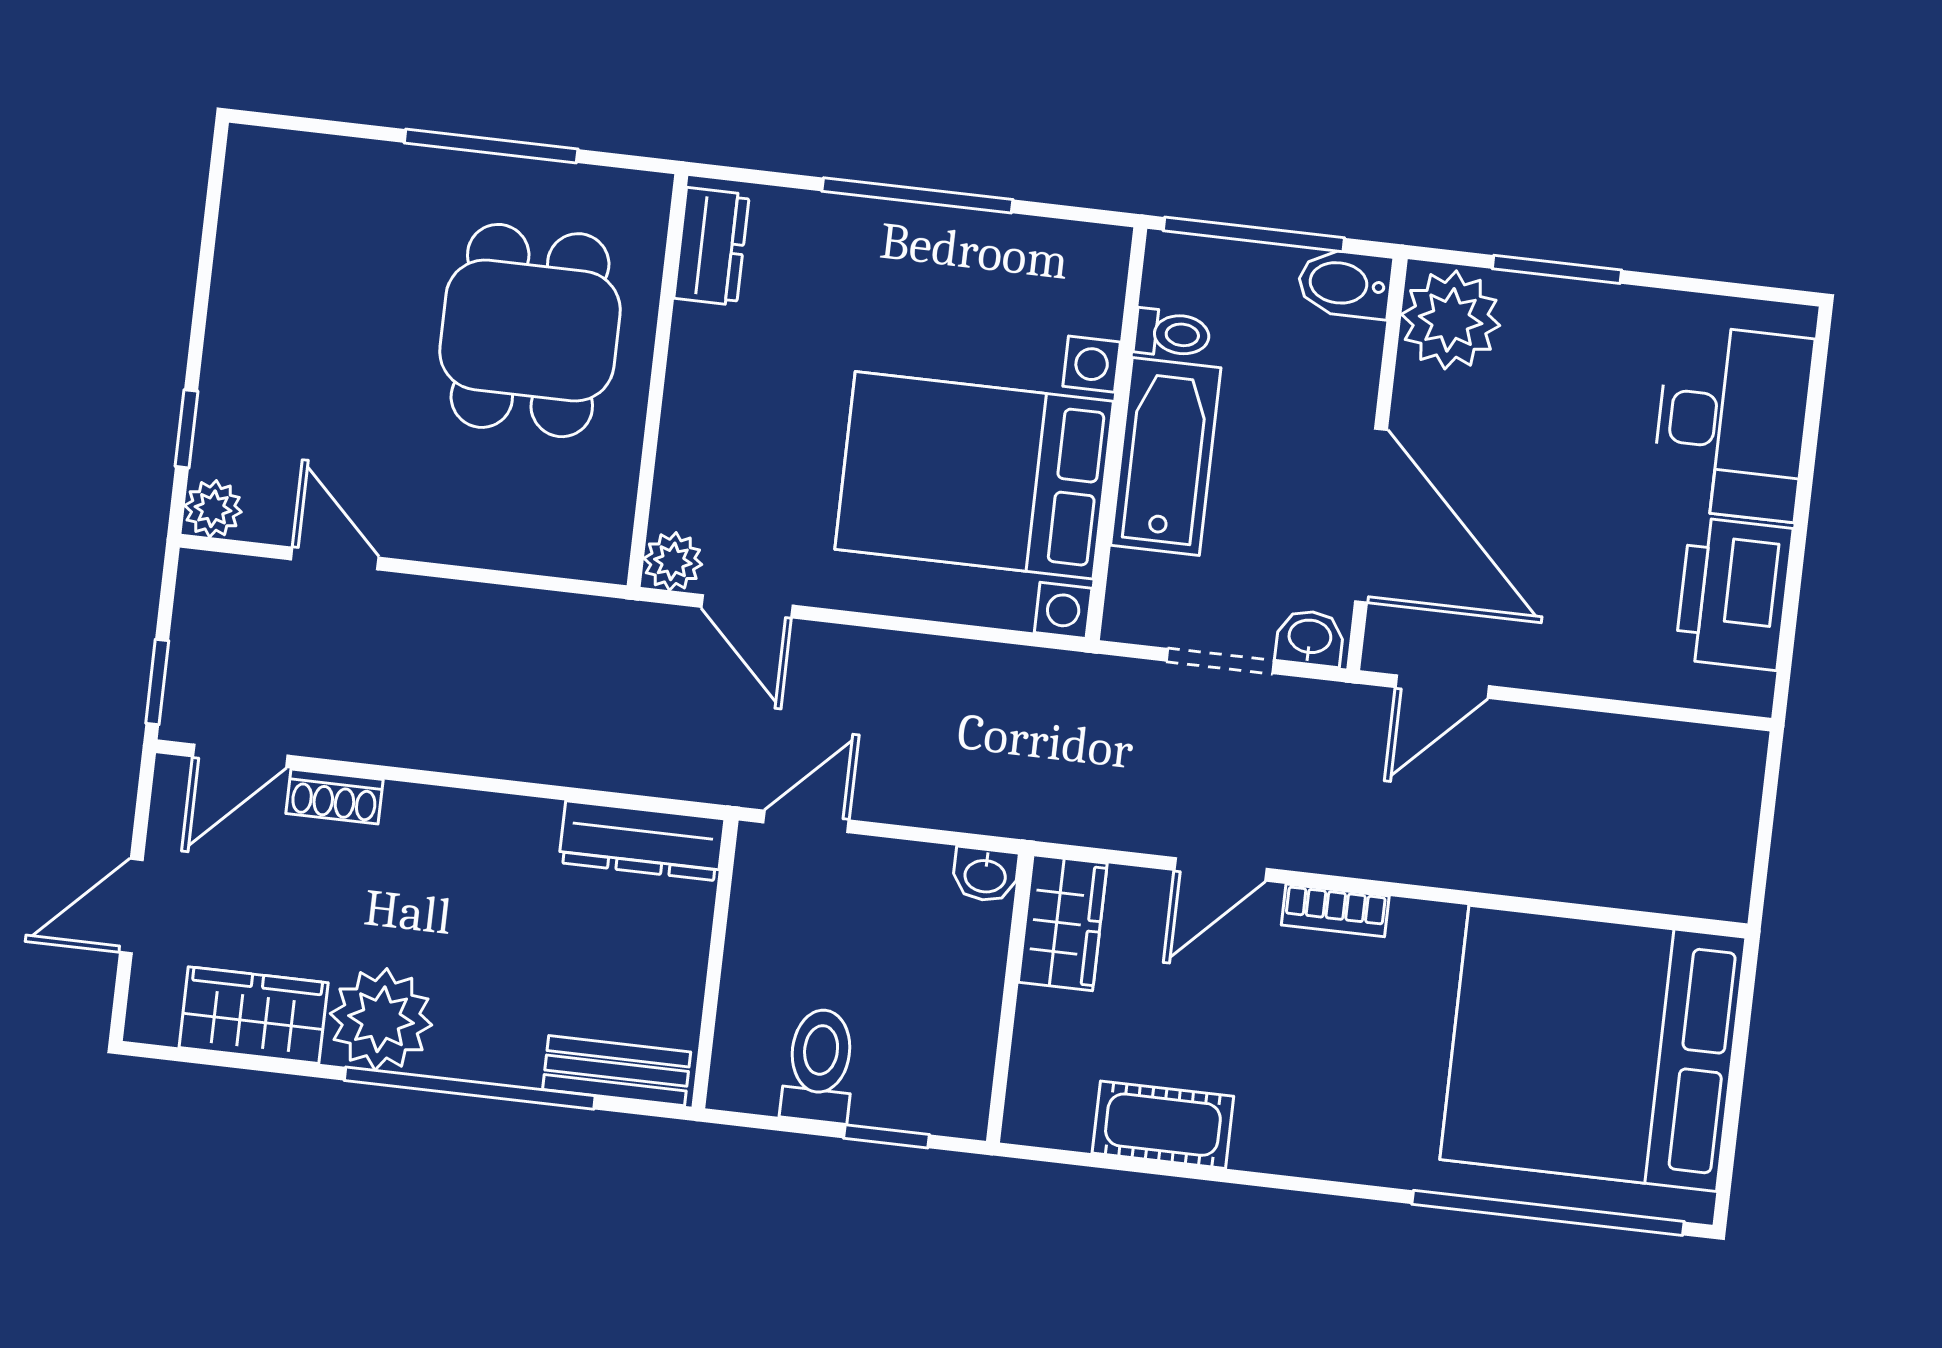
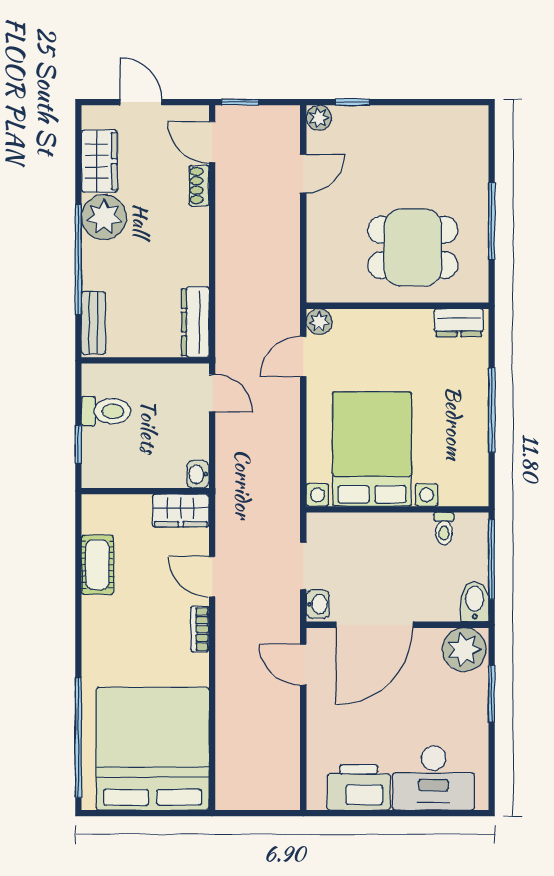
bathtub: (1166, 456) -> (390, 532), removed

